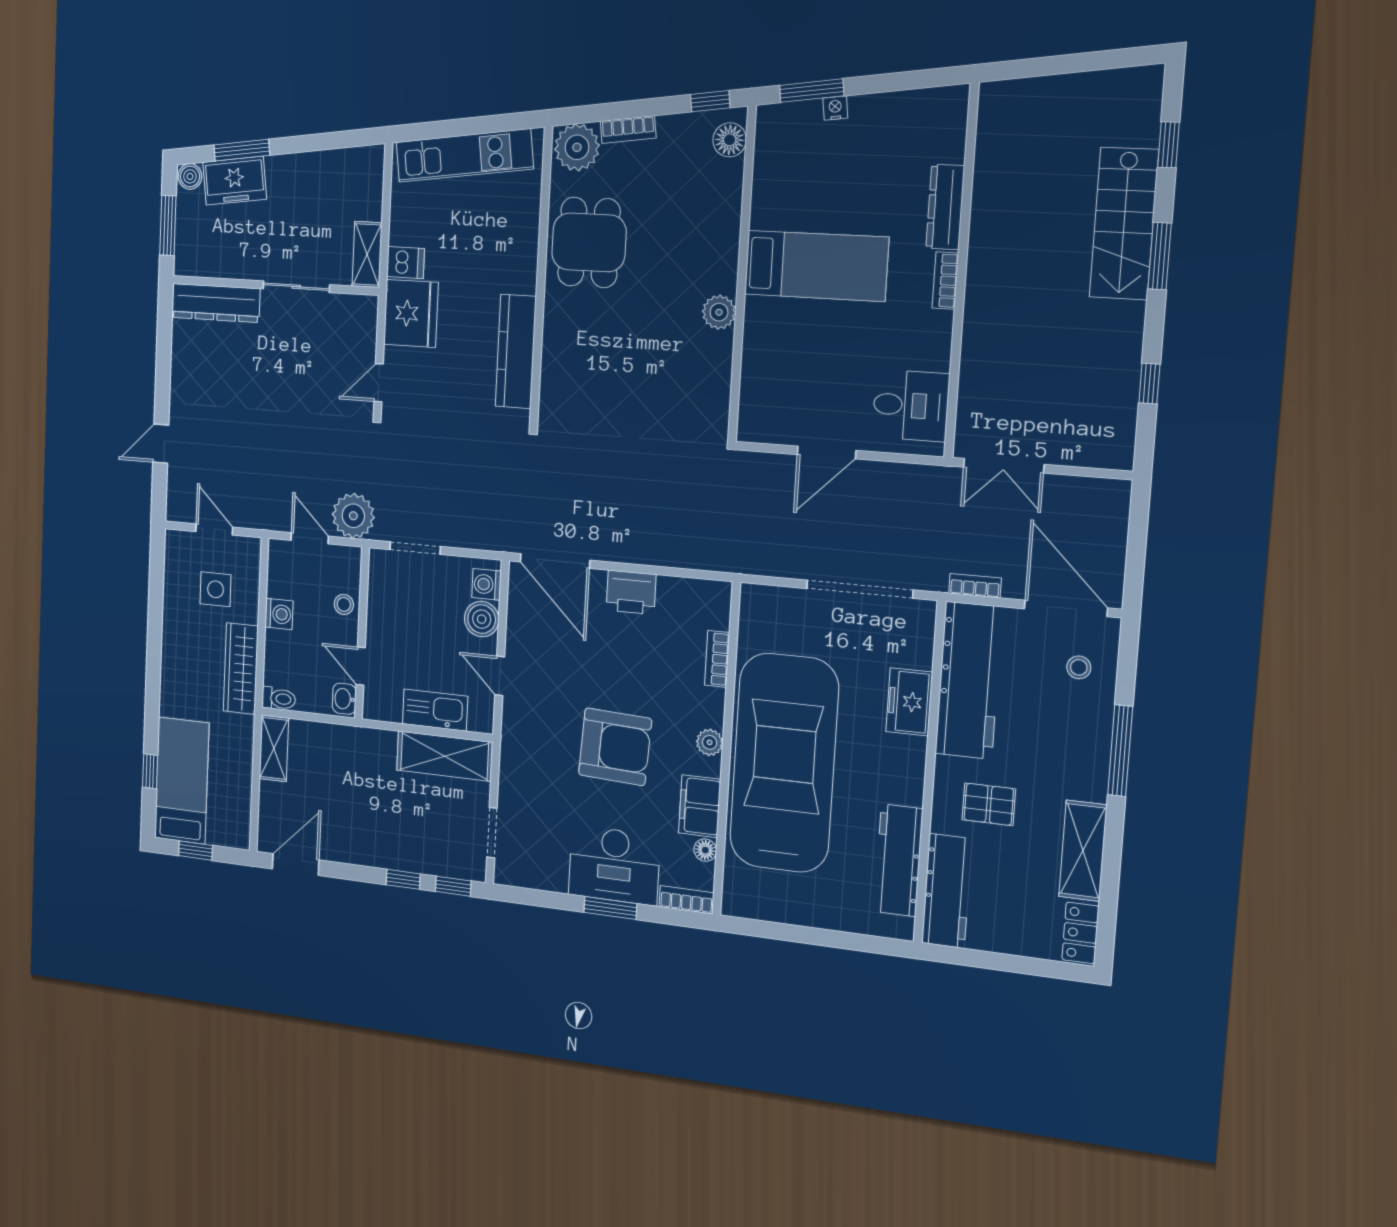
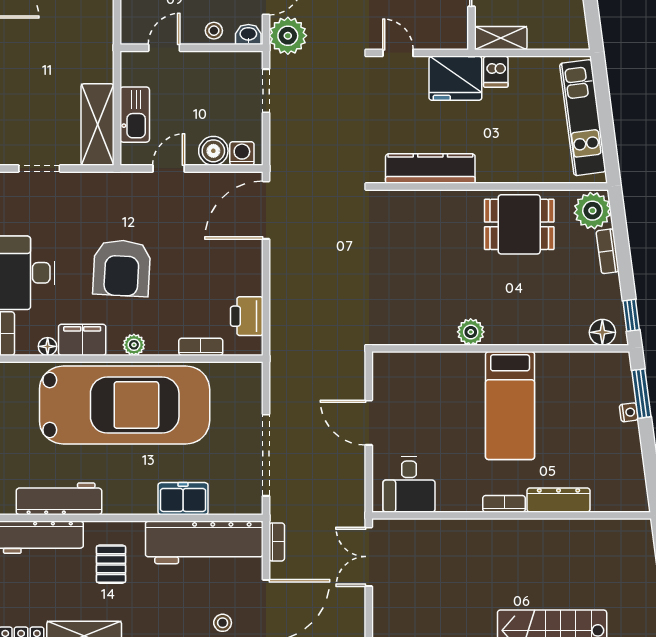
printer: (631, 592) -> (247, 316), moved
washbasin: (344, 699) -> (248, 34), moved

